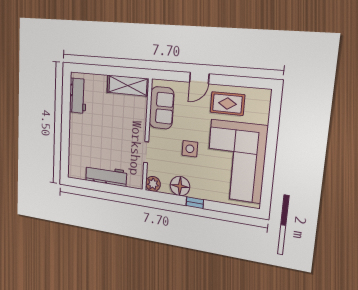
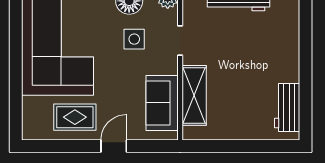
shelving: (128, 86) -> (194, 95), moved, turned 90
side table: (190, 149) -> (134, 39), moved

